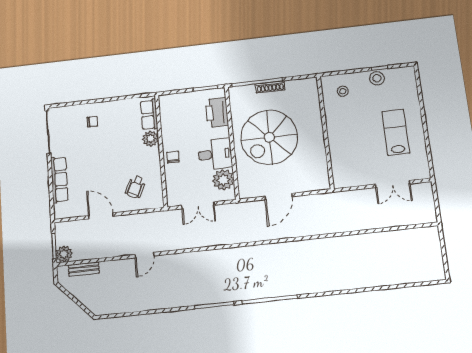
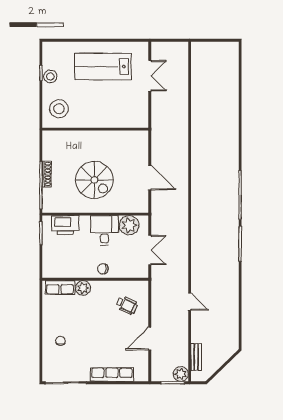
stool: (343, 91) -> (59, 109), width x1.89, depth x1.89
lab bench: (396, 132) -> (103, 67), width x1.36, depth x1.39
spiral stairs: (269, 137) -> (94, 180), width x0.73, depth x0.73

